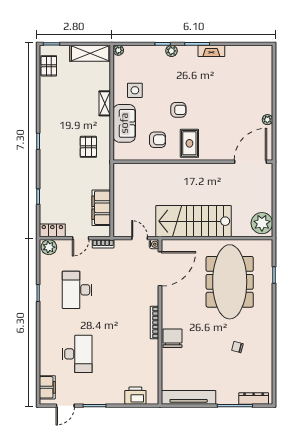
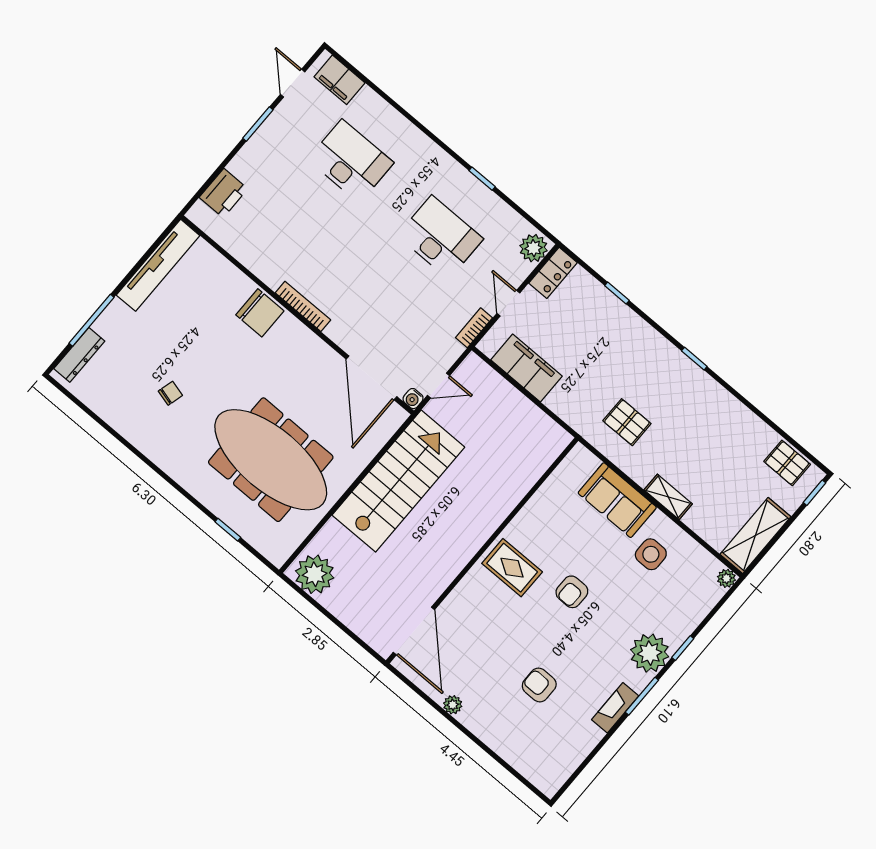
plant: (171, 51) -> (650, 653), width x1.87, depth x1.87
armchair: (158, 140) -> (539, 685), moved, turned 90
desk: (77, 354) -> (351, 161), turned 180

